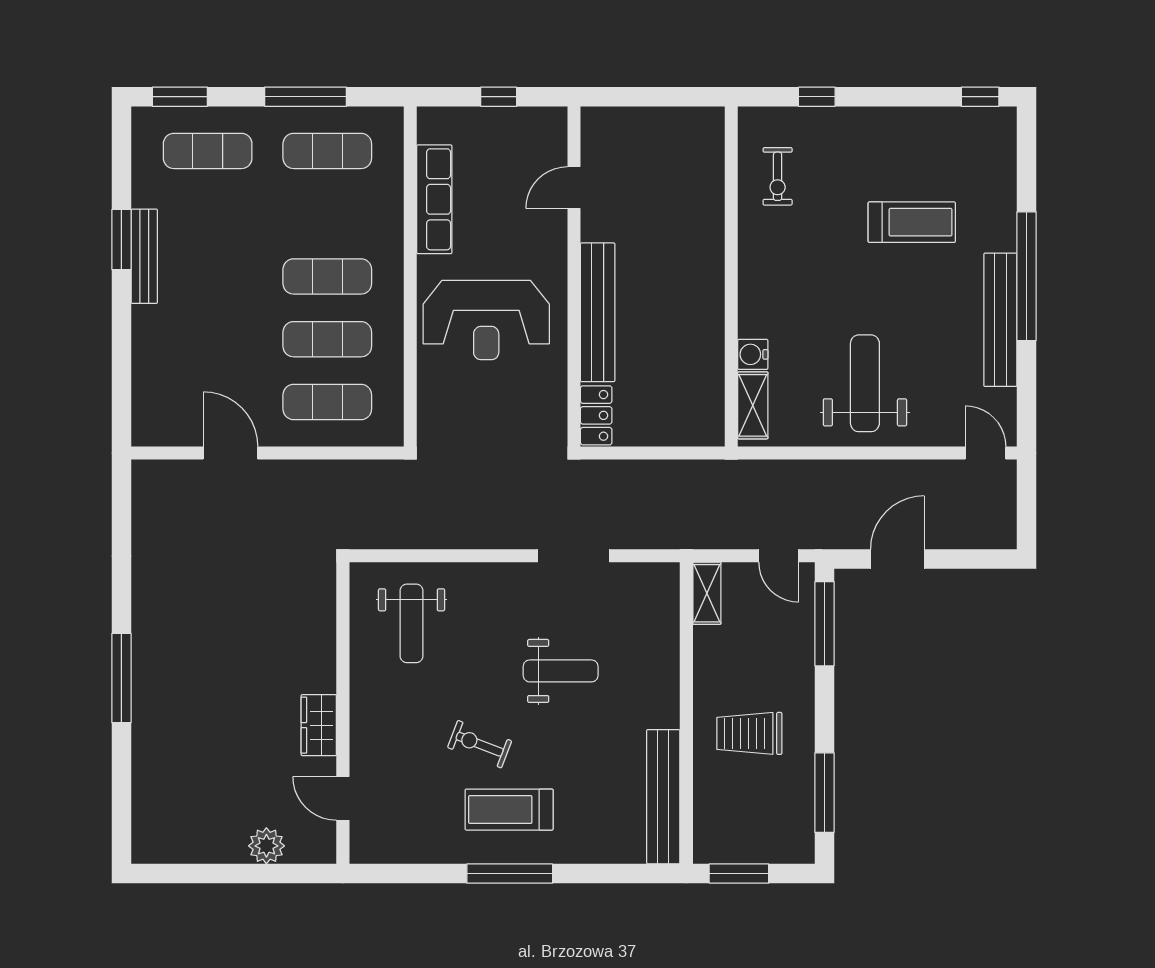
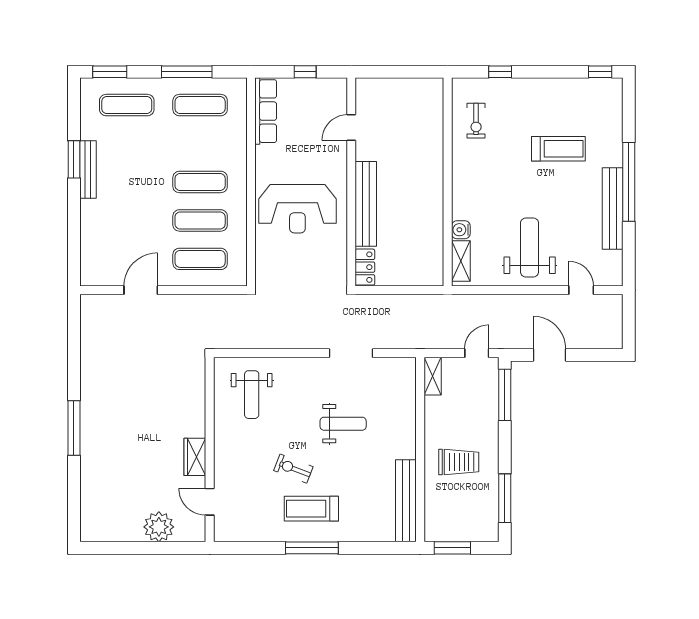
row of seats: (434, 199) -> (266, 111), moved
door: (230, 453) -> (141, 290), hinge flipped
door: (985, 453) -> (581, 290), moved
door: (779, 556) -> (477, 353), swing flipped
door: (897, 559) -> (549, 355), hinge flipped
trolley: (749, 733) -> (459, 462), turned 180
plant: (266, 846) -> (159, 527), width x1.36, depth x1.36

